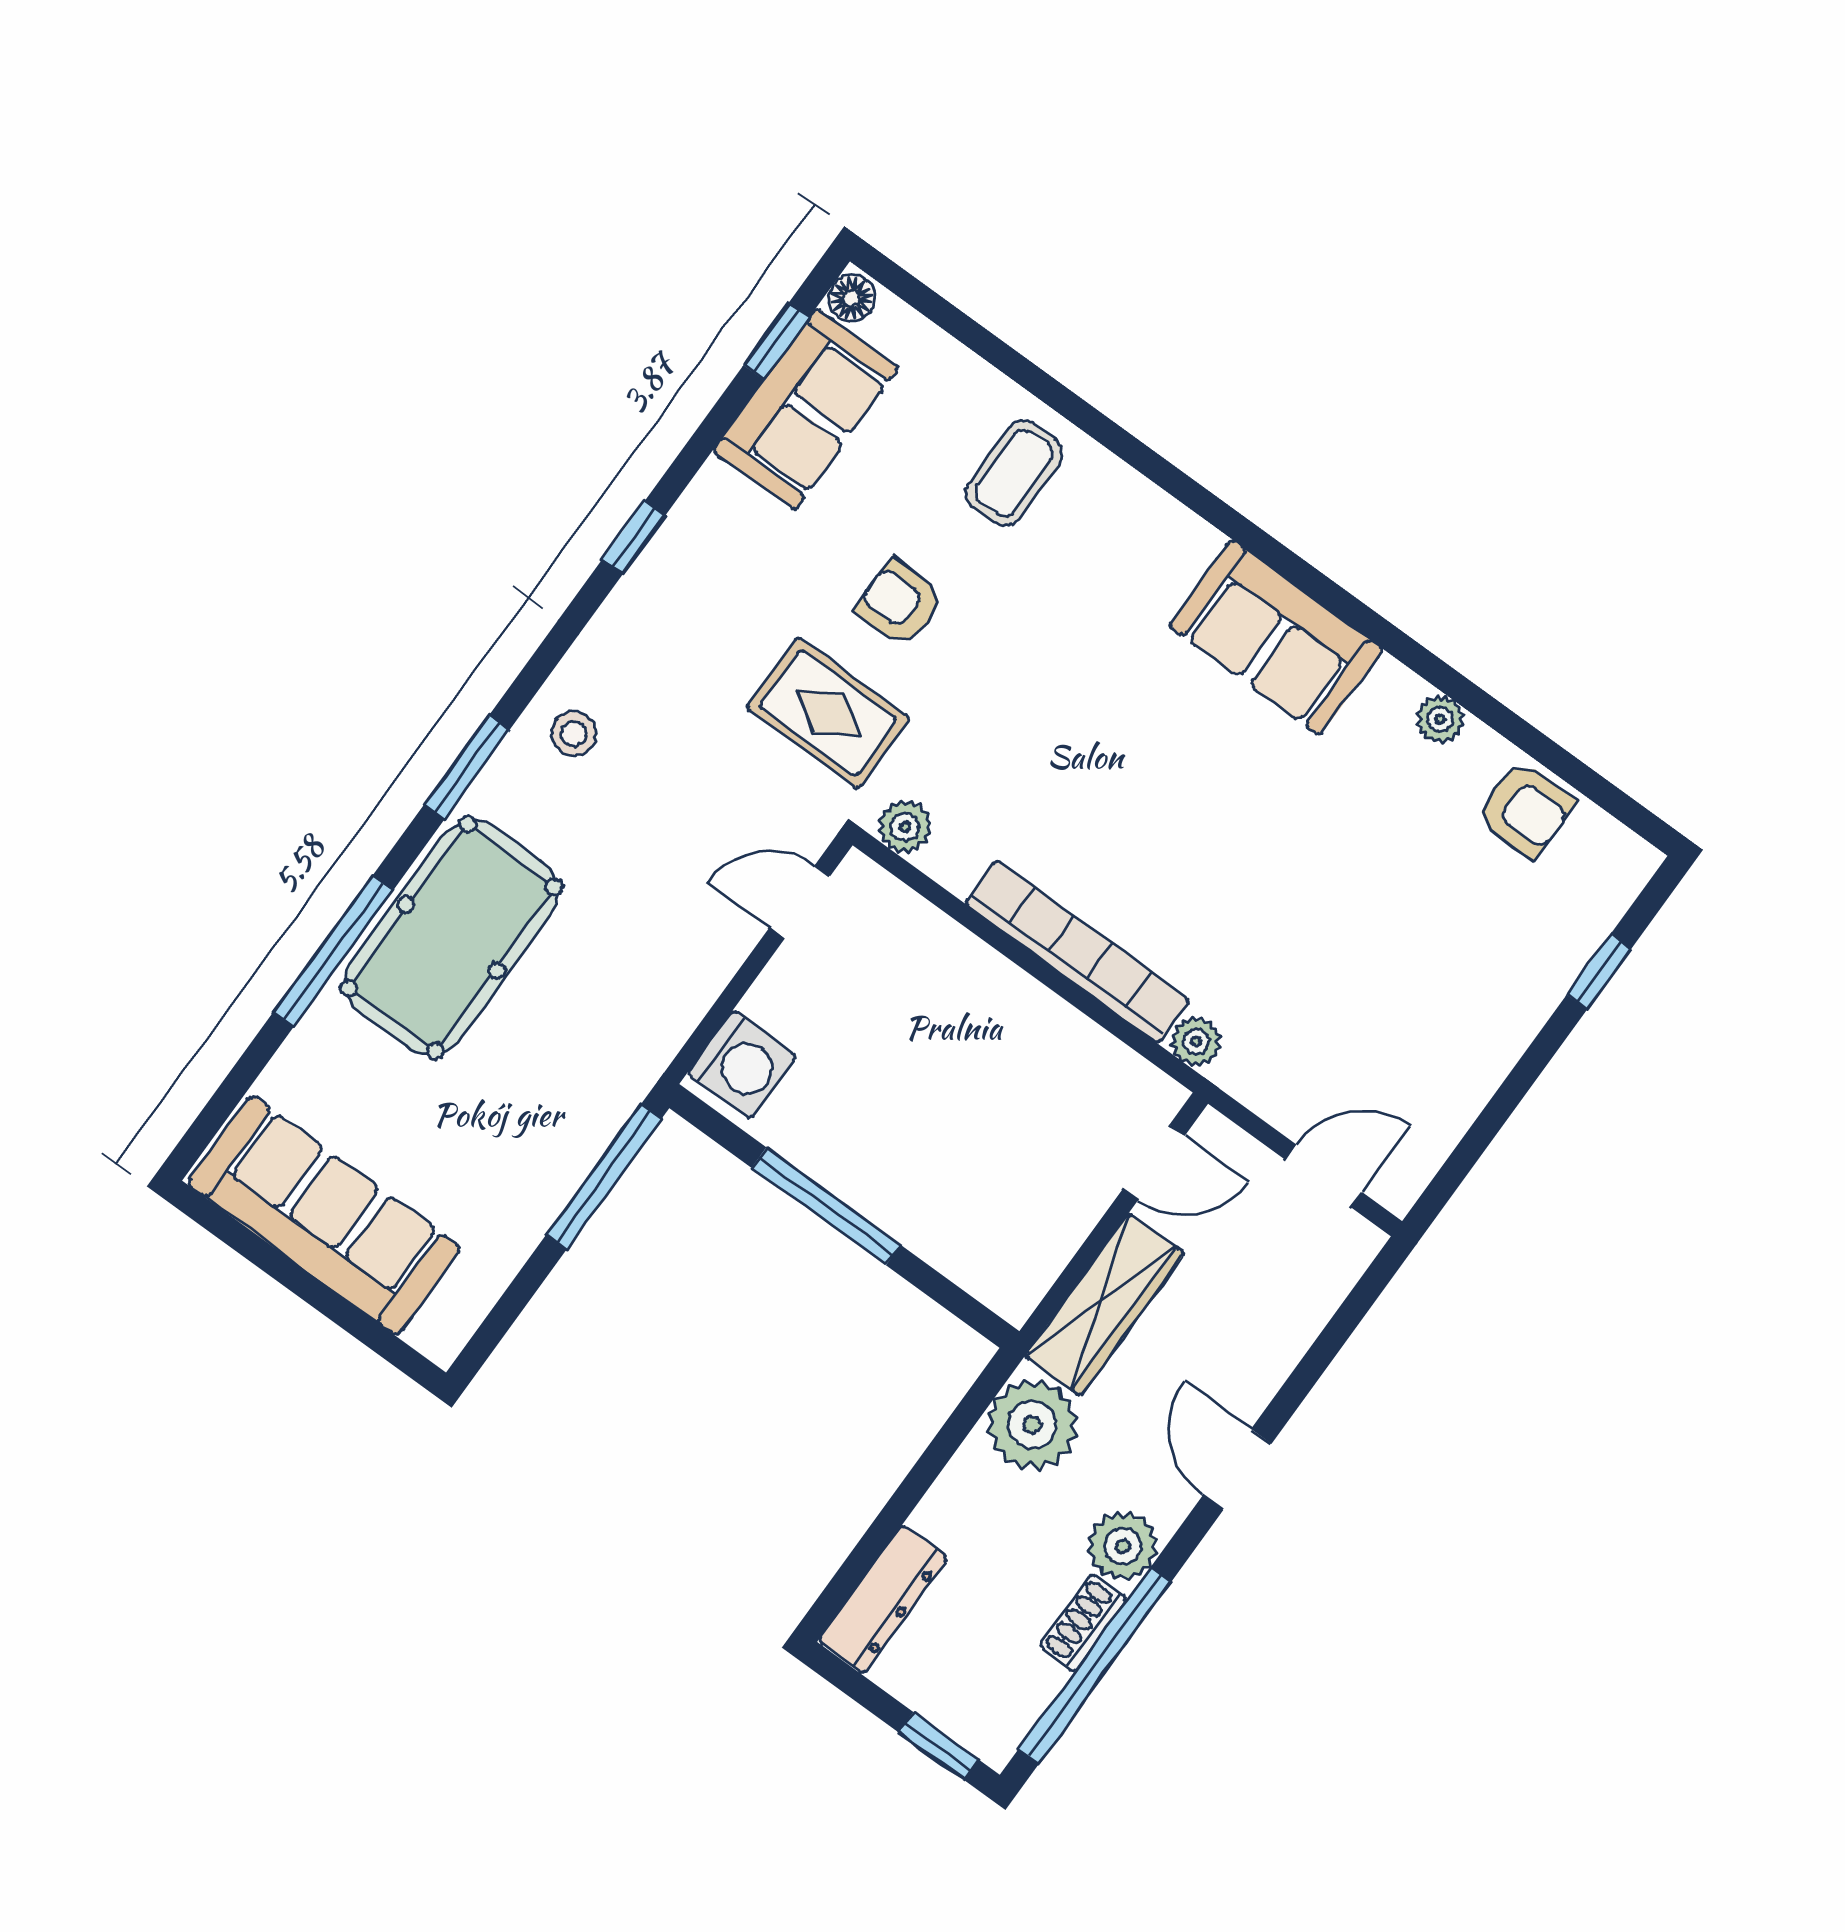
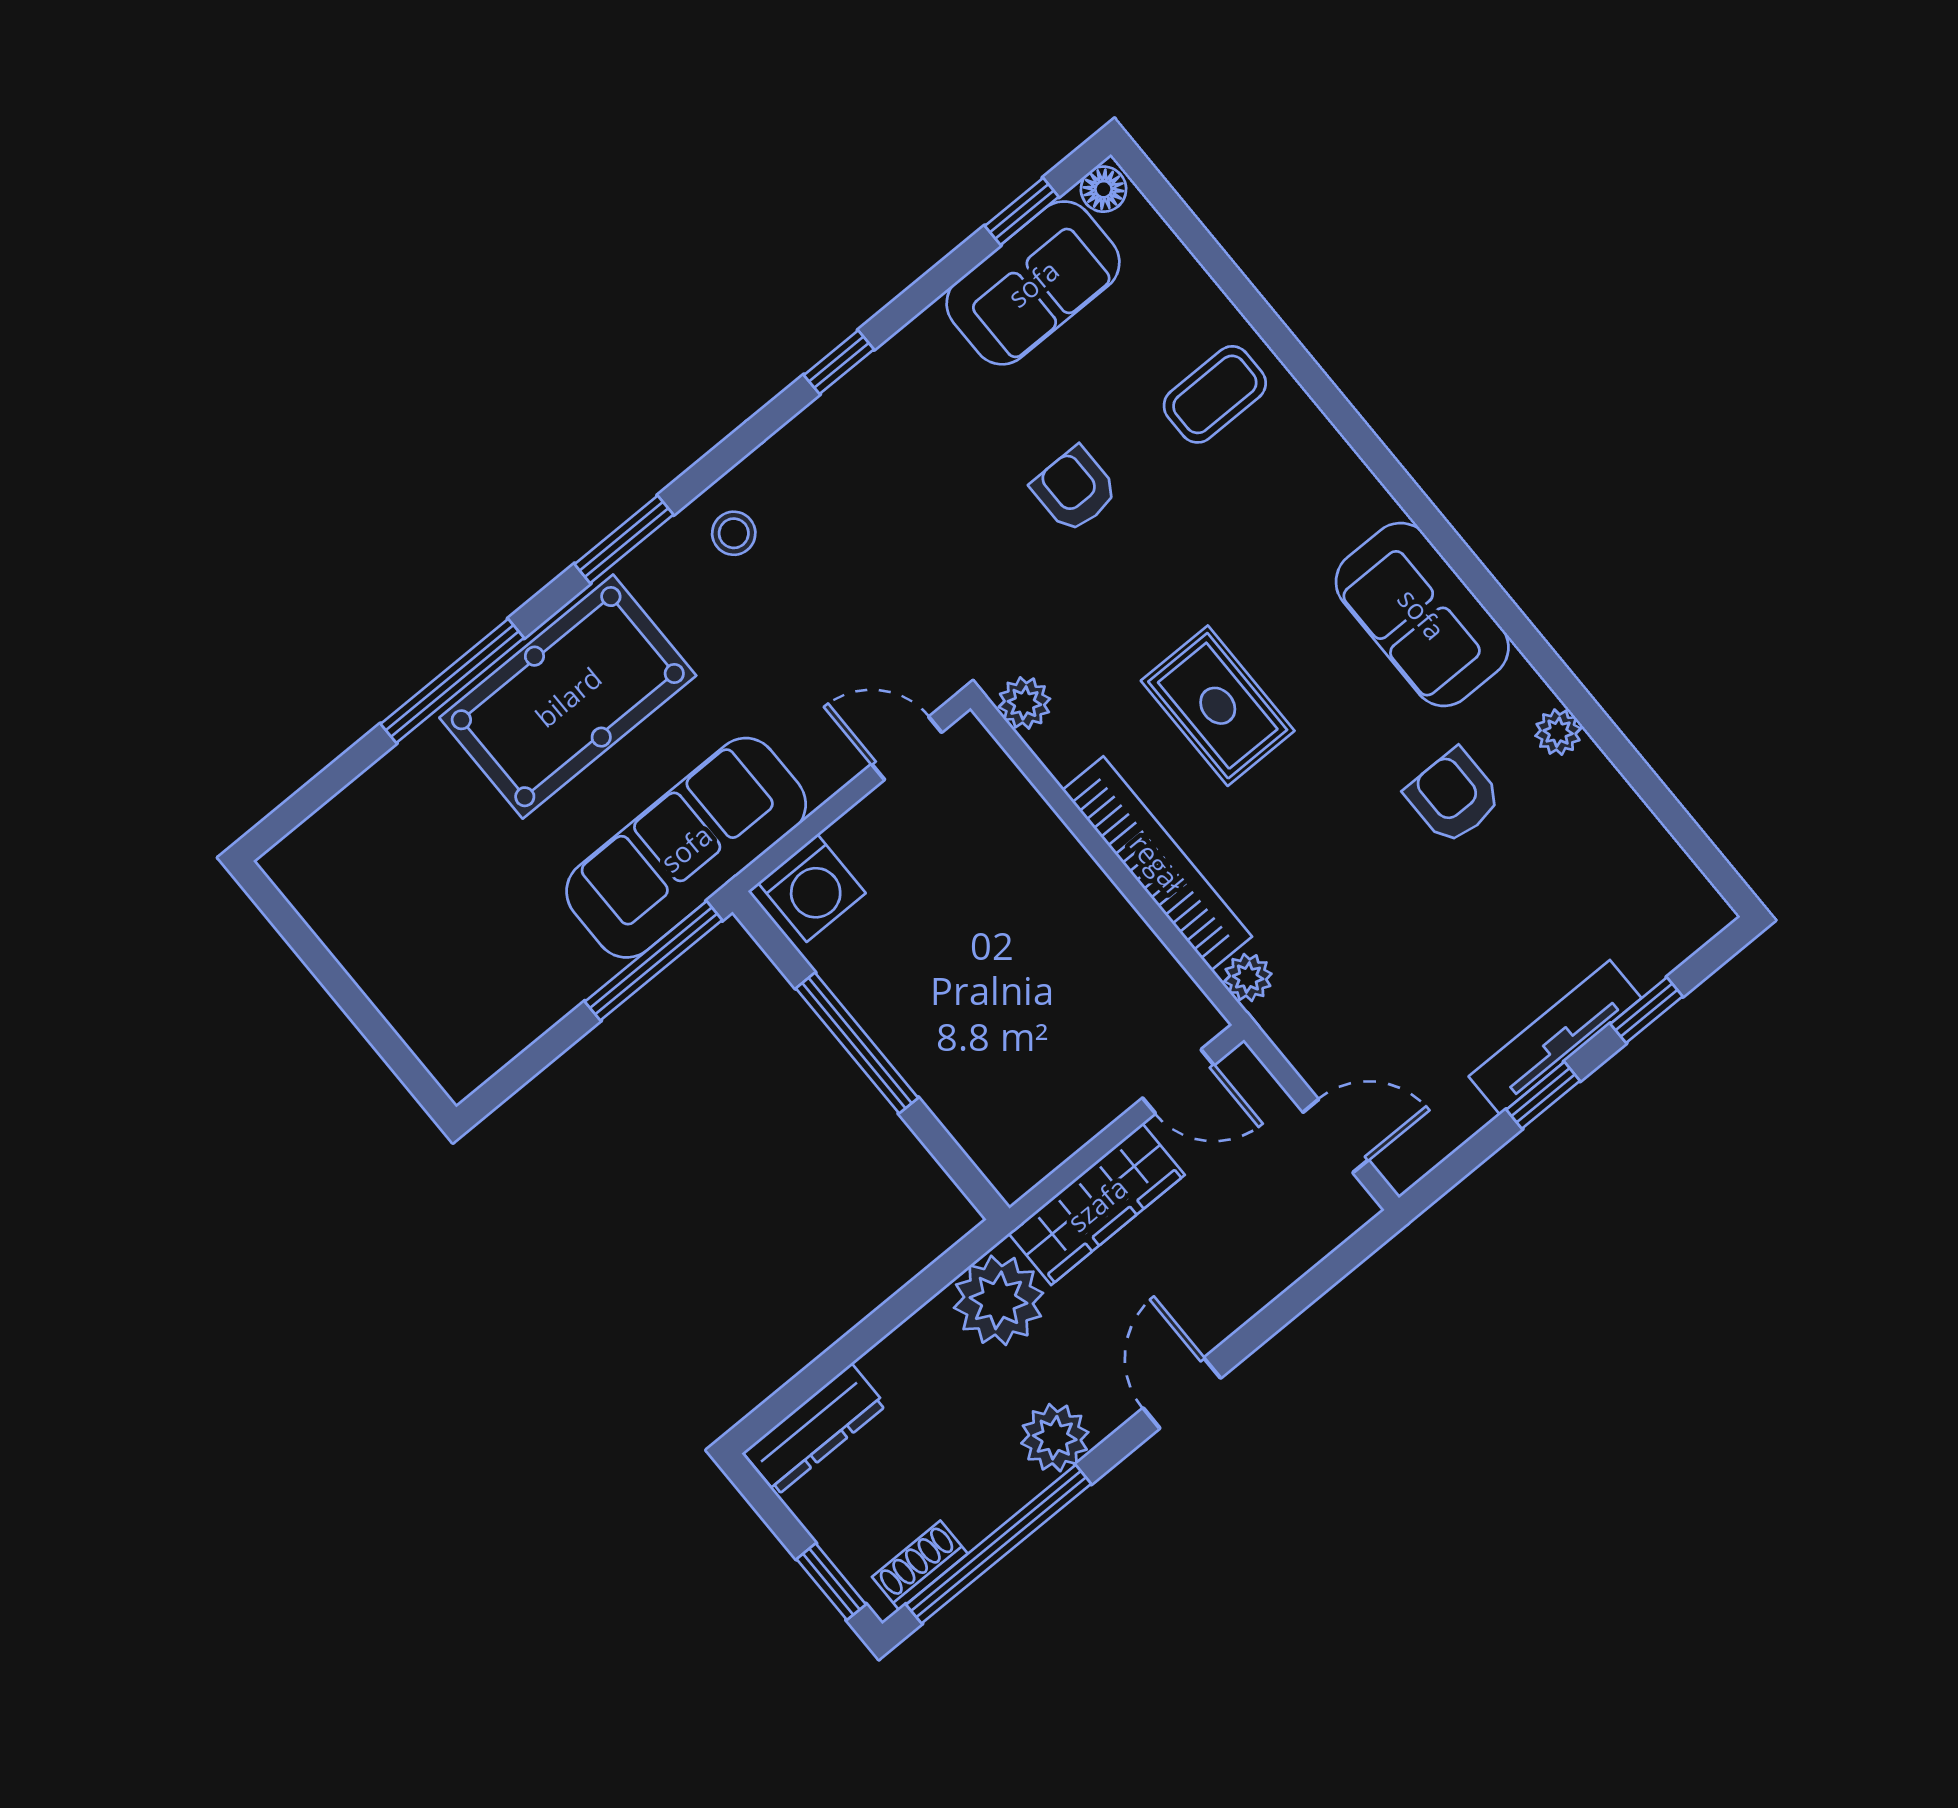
rug: (828, 713) -> (1218, 706), moved
armchair: (1525, 809) -> (1453, 796), moved, turned 180
tv unit: (1515, 1022) -> (1555, 1037), added
window: (1518, 1082) -> (1543, 1095), added
sofa: (324, 1215) -> (686, 848), moved, turned -90
shoe rack: (1083, 1623) -> (920, 1565), moved

